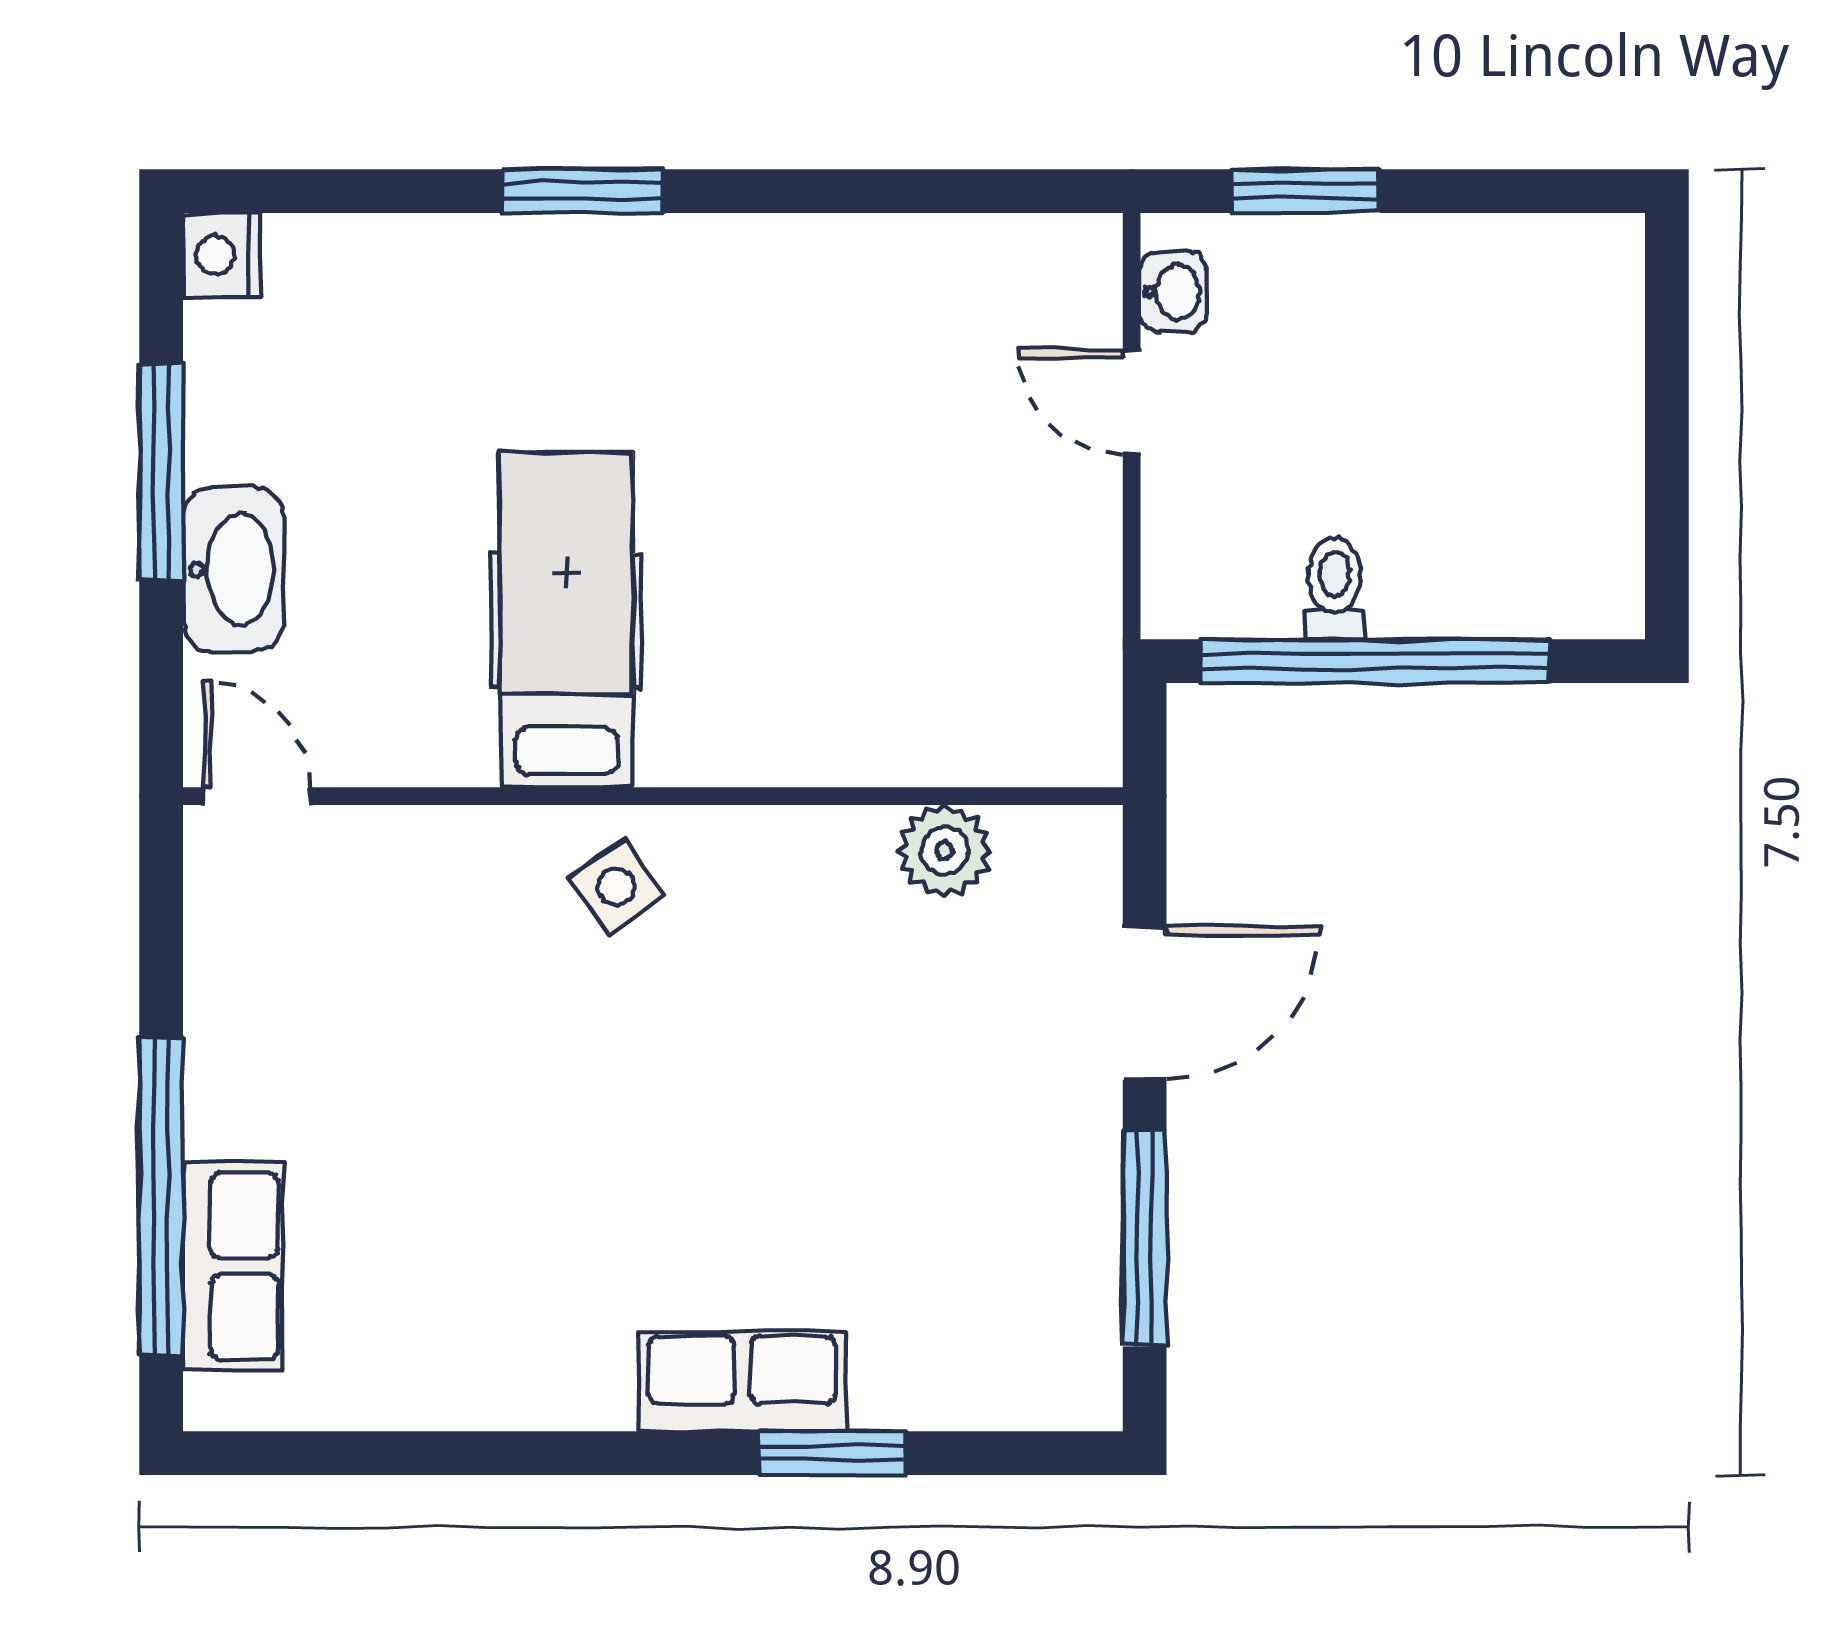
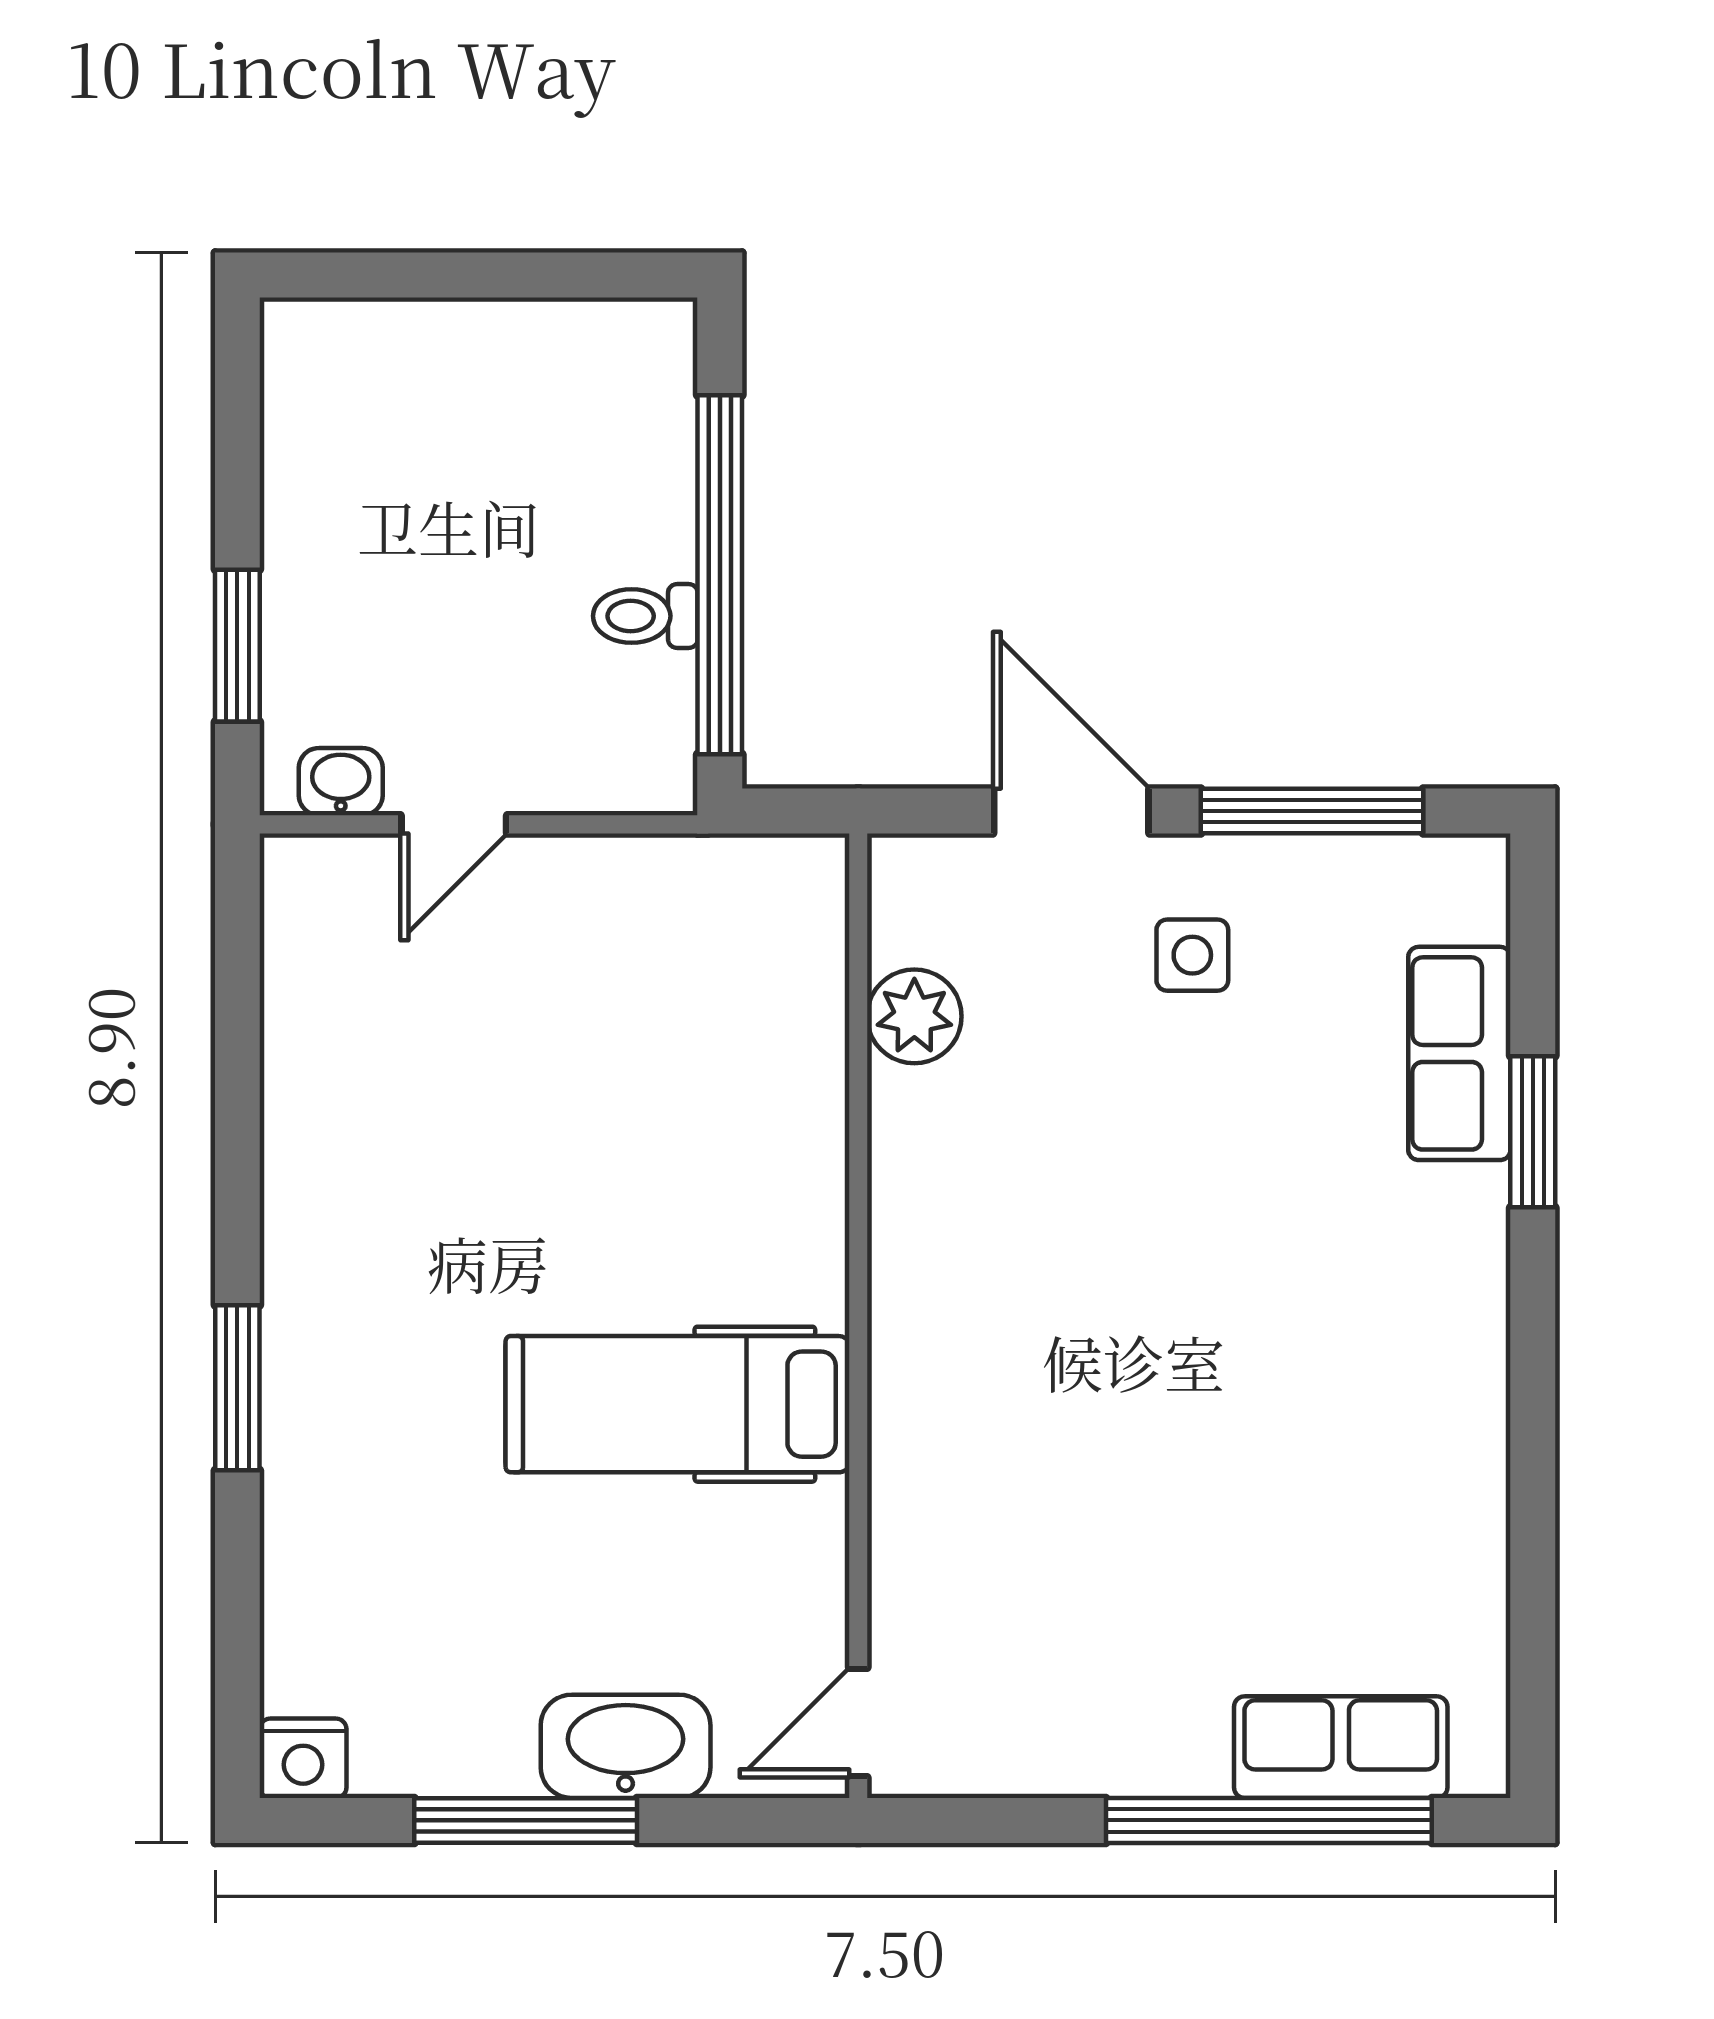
side table: (616, 887) -> (1192, 955), moved, turned 35
row of seats: (742, 1382) -> (1459, 1053), moved

